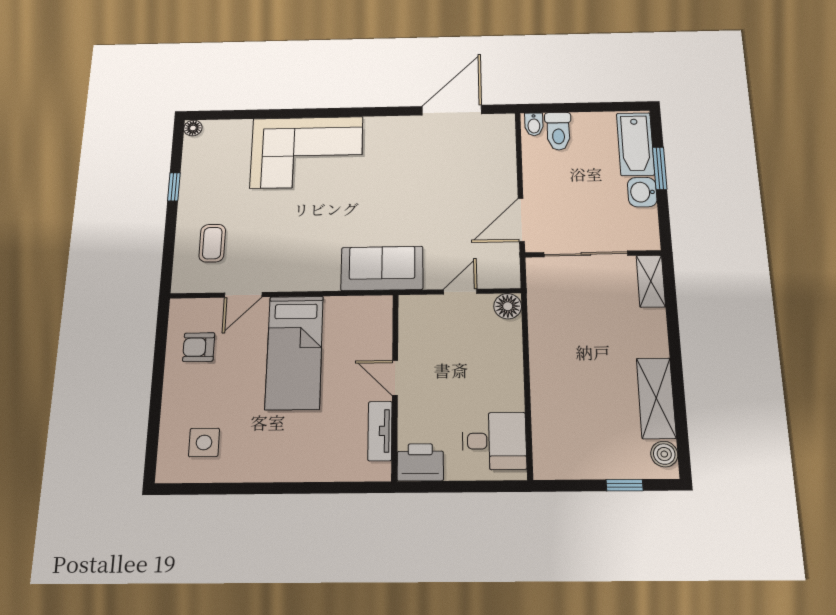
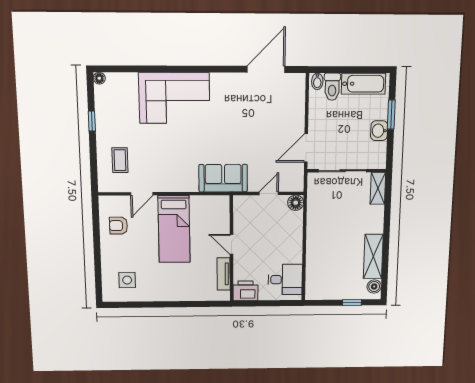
bathtub: (635, 144) -> (363, 84), moved, turned -90

